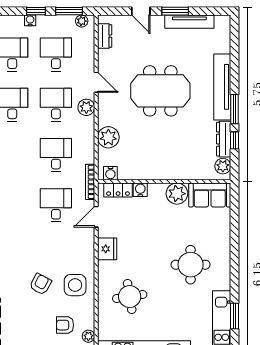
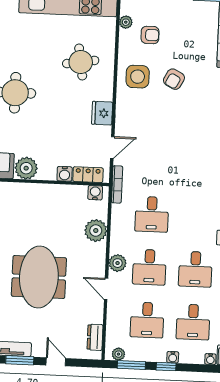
meeting table: (160, 91) -> (39, 277), turned 90
desk: (56, 205) -> (154, 161), removed

